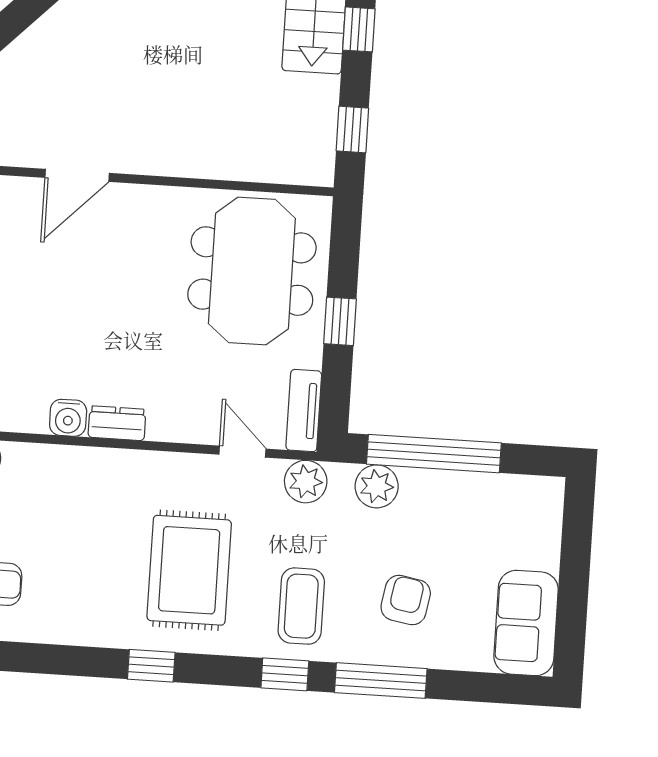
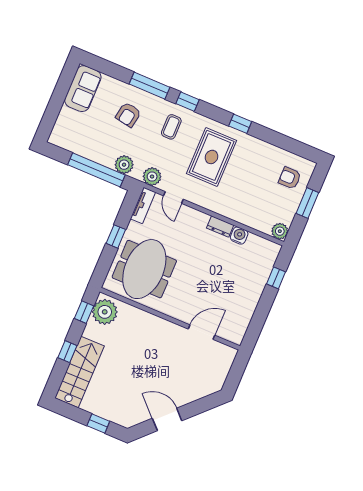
plant: (307, 146) -> (105, 312), added
coffee table: (301, 606) -> (171, 127), width x0.73, depth x0.77

